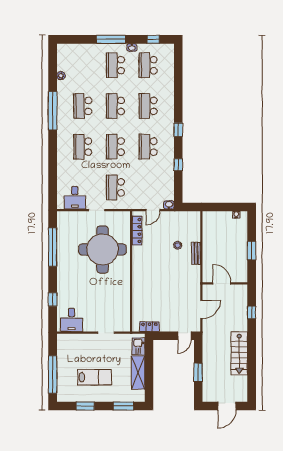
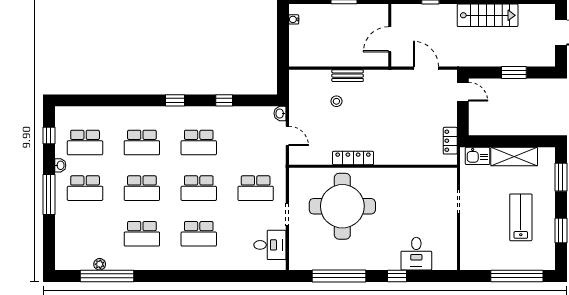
window: (53, 111) -> (107, 276), moved
locker: (137, 230) -> (353, 158), moved
window: (53, 300) -> (397, 276), moved
desk: (72, 320) -> (416, 254), moved, turned 90

